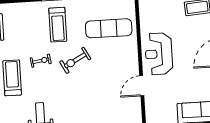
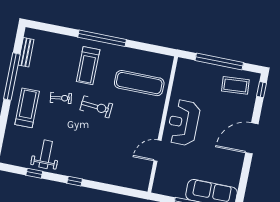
exercise bike: (75, 60) -> (96, 107), turned -147

